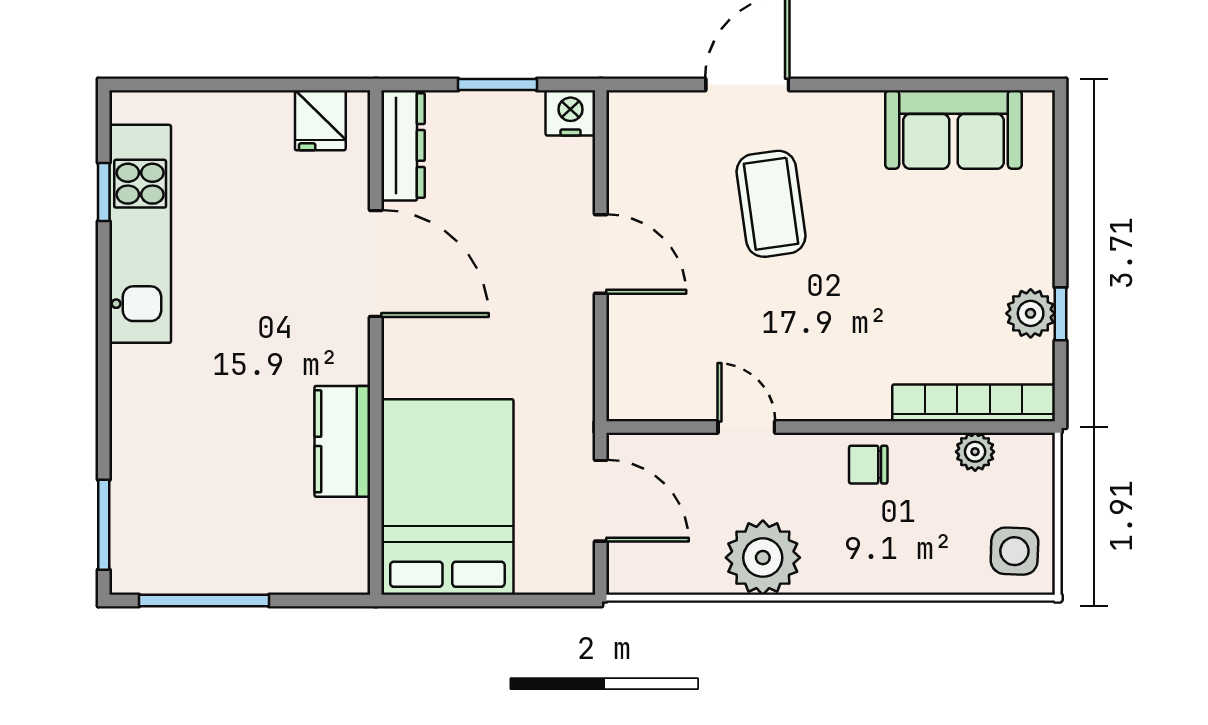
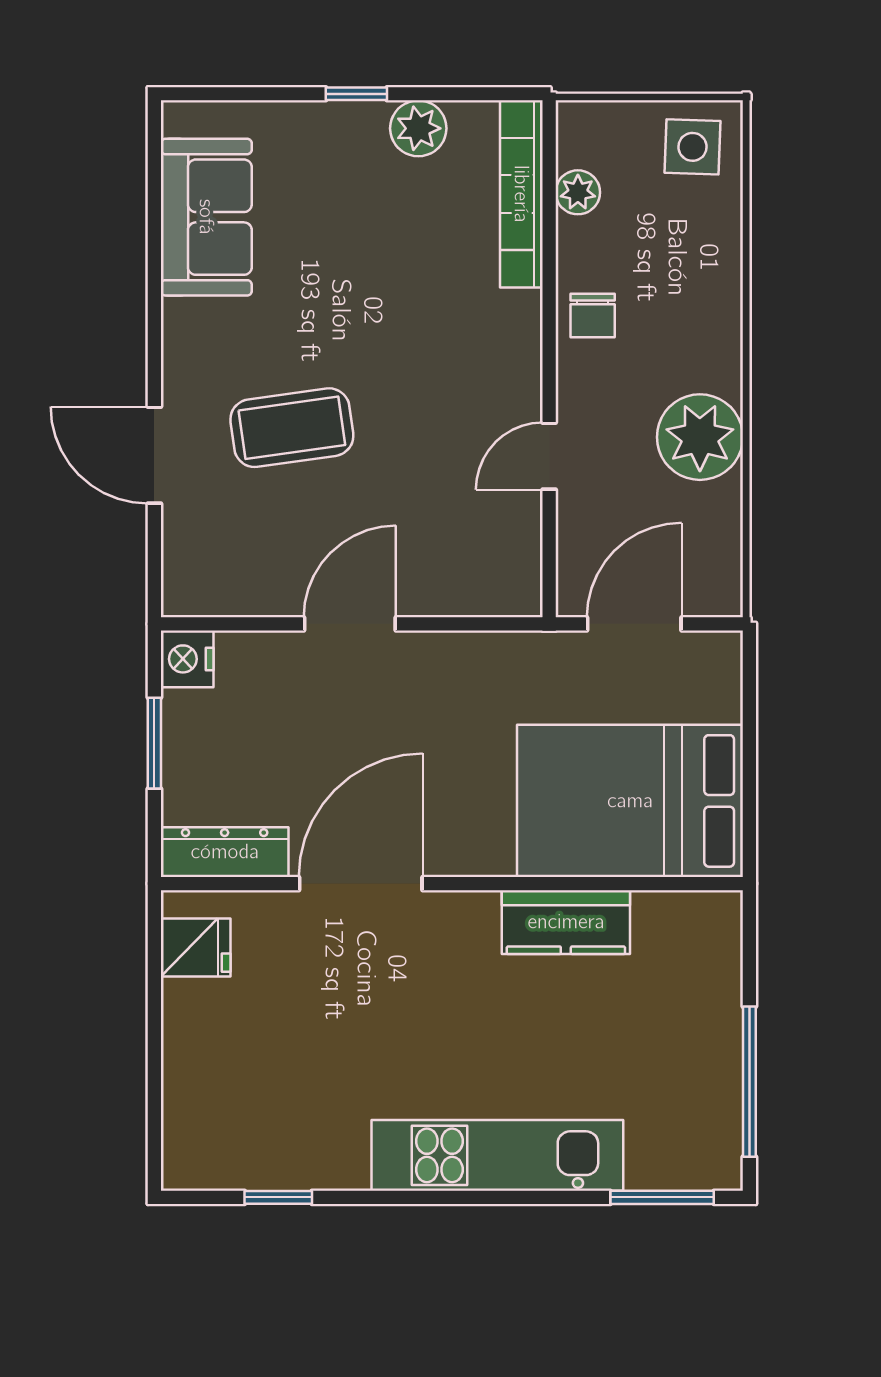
kitchen unit: (140, 234) -> (497, 1155), moved
window: (1060, 314) -> (356, 94), moved

